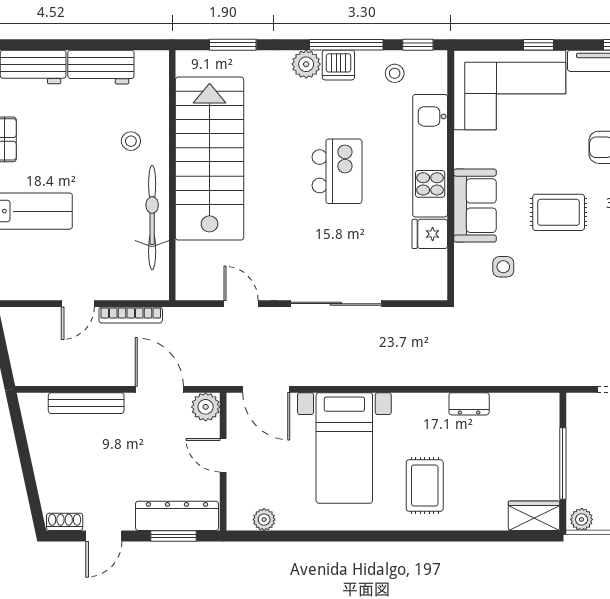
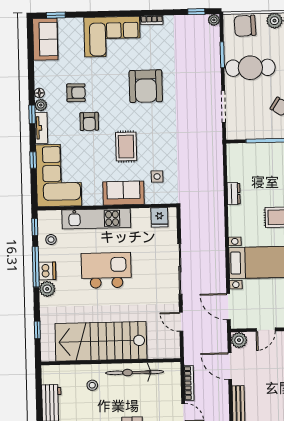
window: (233, 45) -> (37, 330), width x0.67
kitchen island: (337, 171) -> (106, 270), width x1.37, depth x1.28
fridge: (430, 234) -> (159, 217), moved
door: (241, 304) -> (181, 322), hinge flipped
door: (159, 389) -> (230, 366), hinge flipped
door: (266, 389) -> (228, 307), swing flipped

